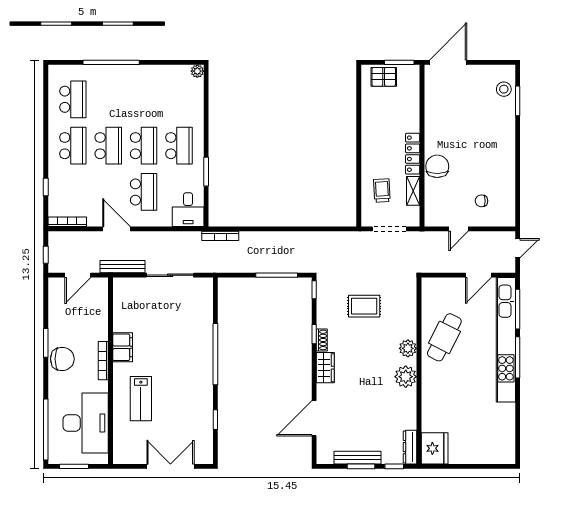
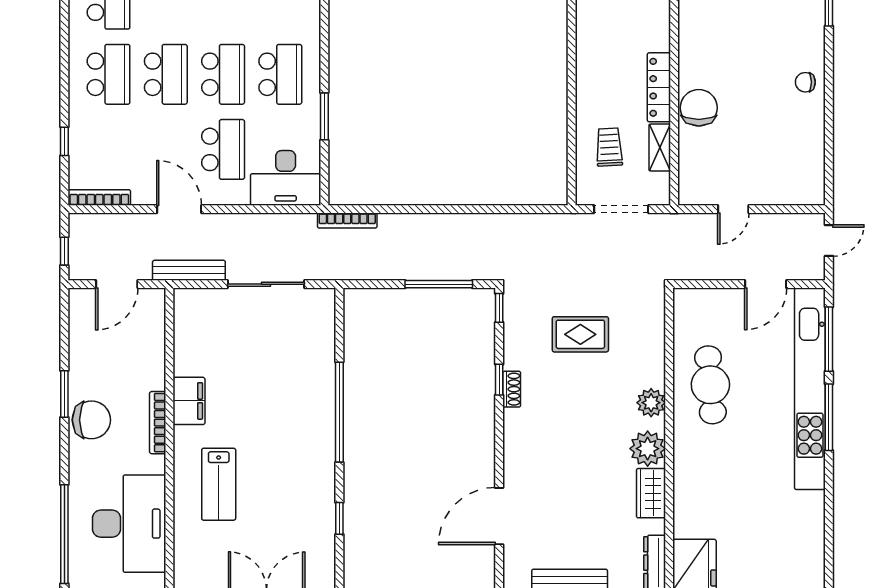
chair: (481, 201) -> (805, 82), moved
desk: (188, 210) -> (286, 178), width x1.37
cafe table: (444, 337) -> (710, 385), turned -32
wardrobe: (325, 368) -> (651, 493), moved, turned 180

